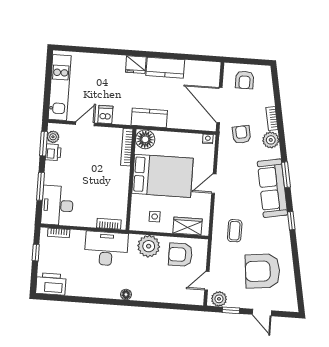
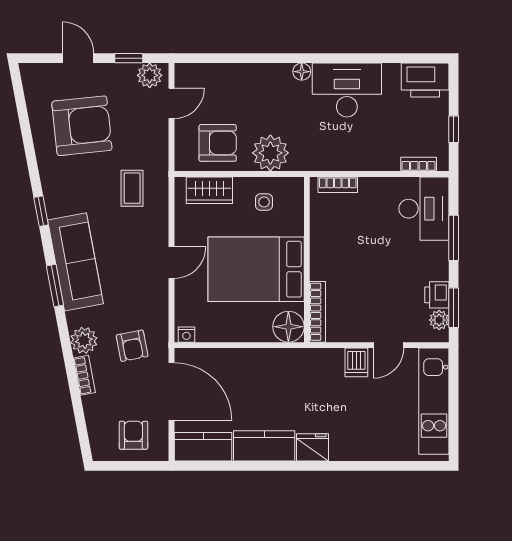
kitchen counter: (149, 118) -> (203, 447), moved, turned 180
desk: (106, 249) -> (347, 90), moved, turned 180

